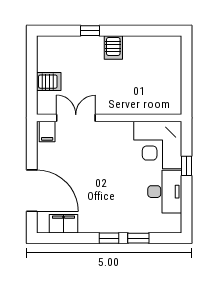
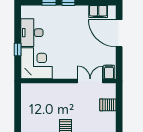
double door: (76, 118) -> (90, 81), swing flipped

